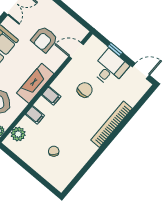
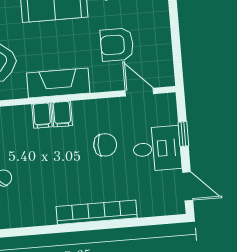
filing cabinet: (35, 115) -> (42, 116), moved

